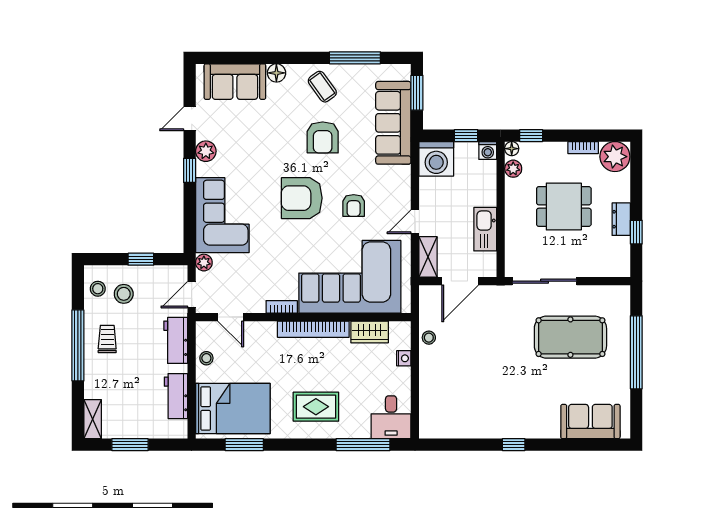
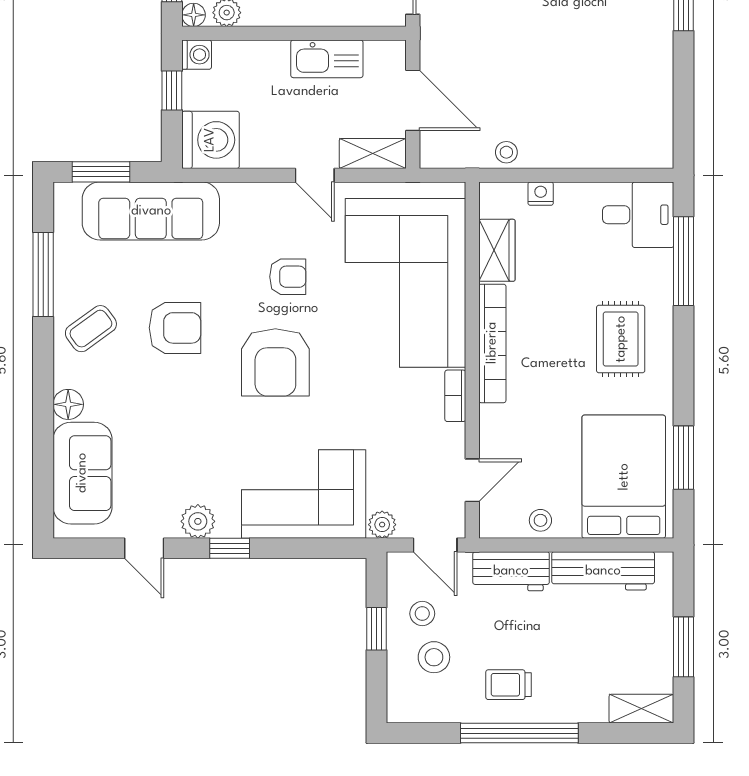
stool: (98, 289) -> (422, 614), moved
workbench: (176, 396) -> (603, 571), width x1.38

